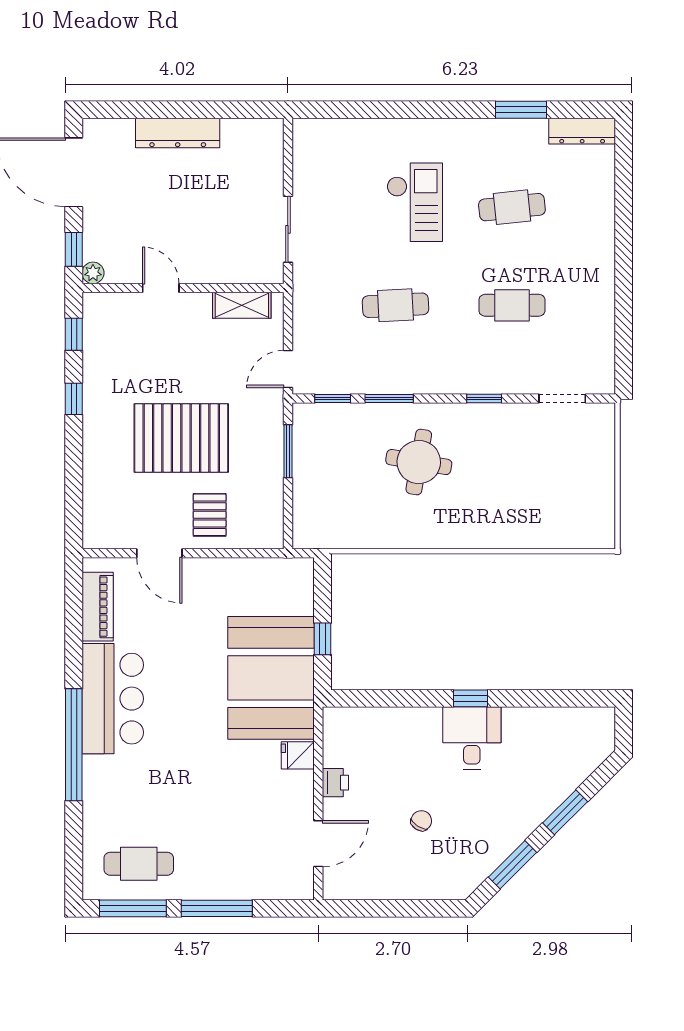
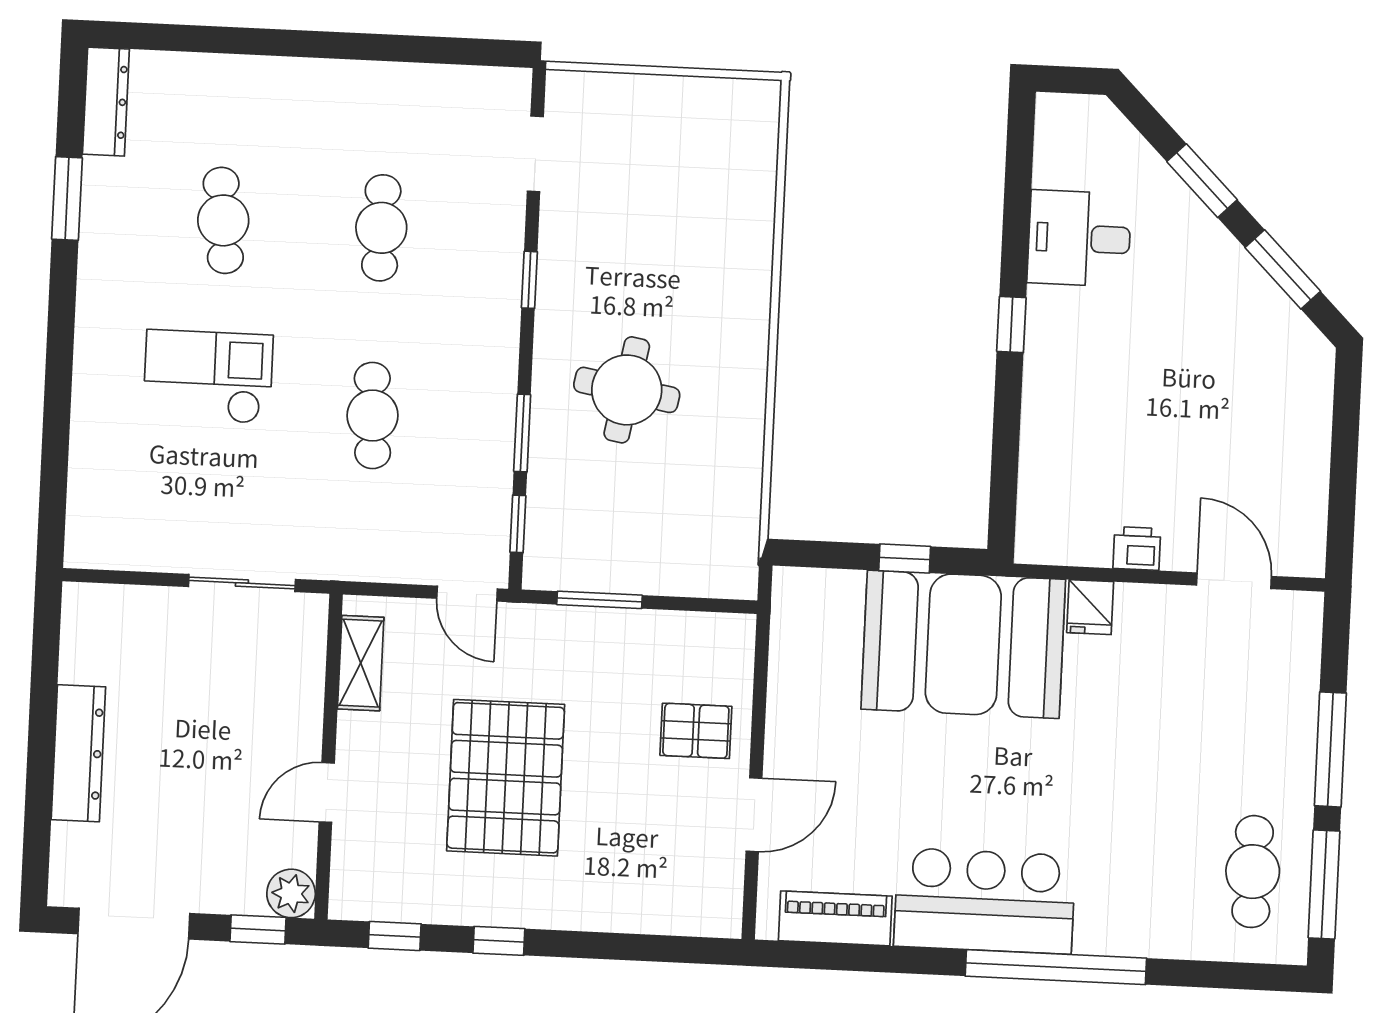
plant: (93, 273) -> (291, 893), width x1.38, depth x1.38
pallet: (181, 438) -> (506, 778), moved
desk: (472, 738) -> (1079, 238), moved
chair: (421, 821) -> (1205, 413), removed

